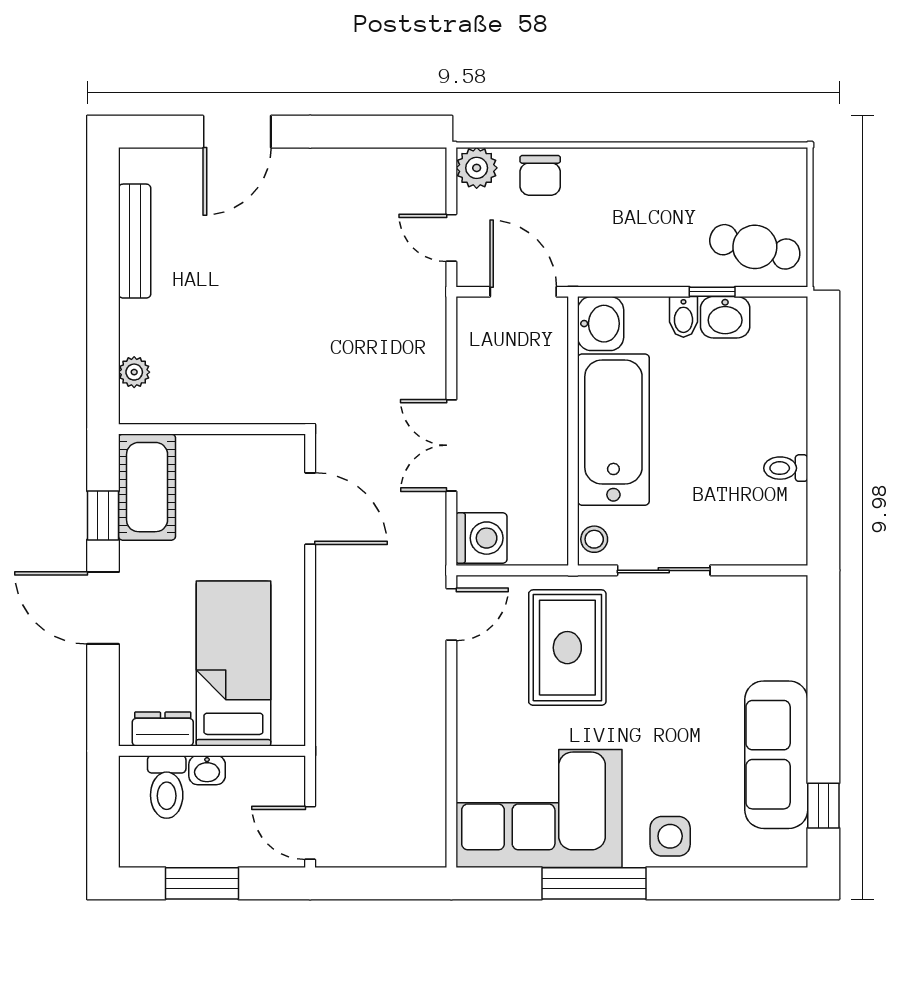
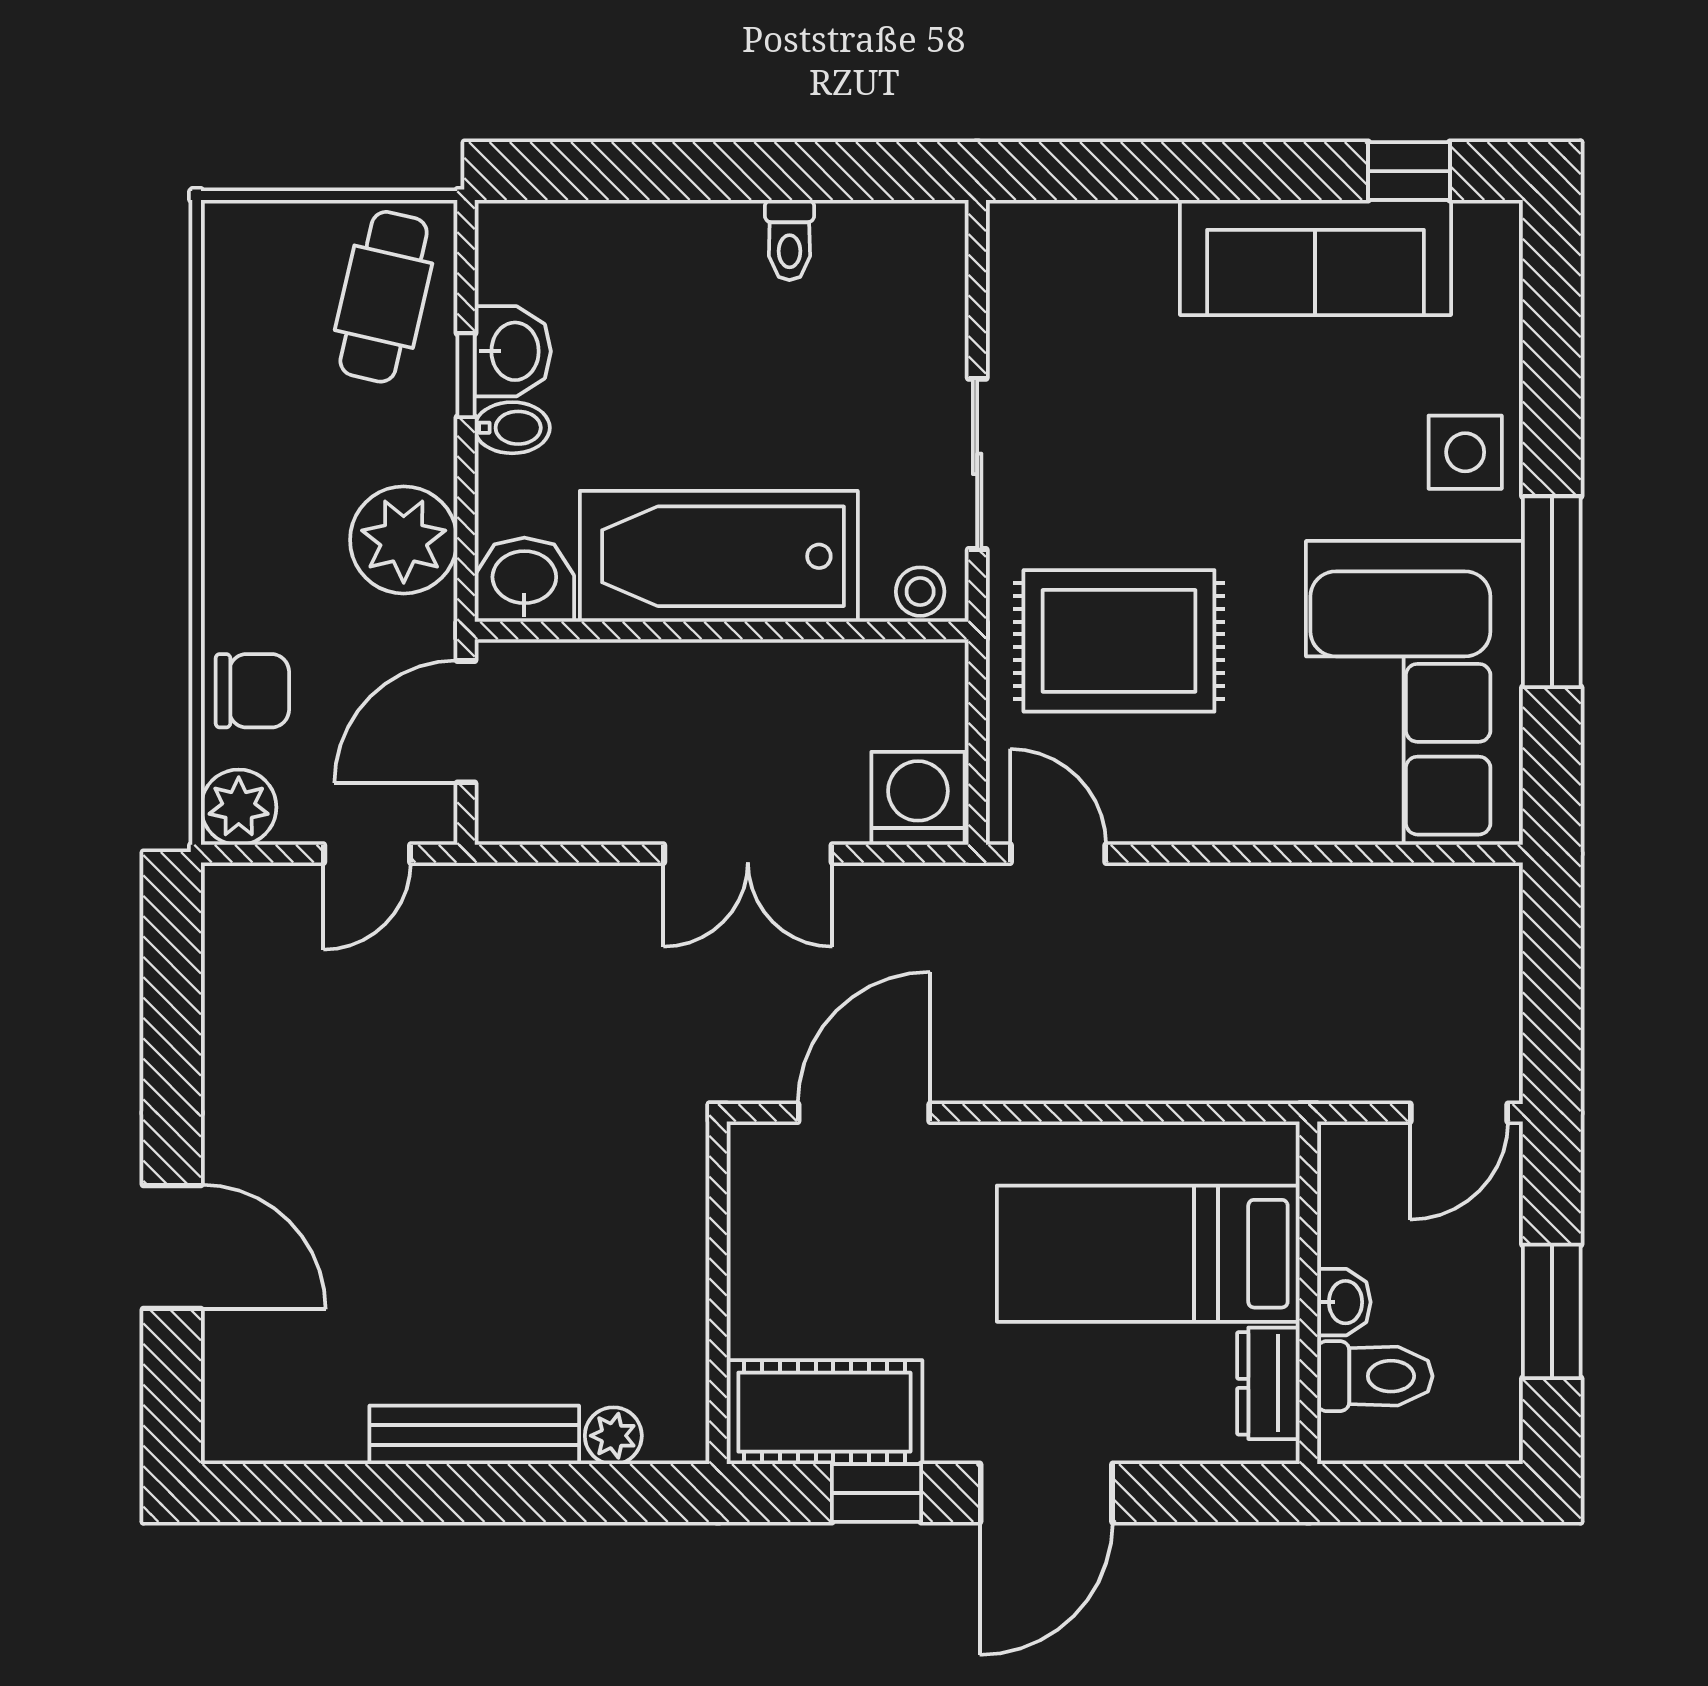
bench: (135, 241) -> (474, 1435), moved
plant: (622, 258) -> (404, 540), added

